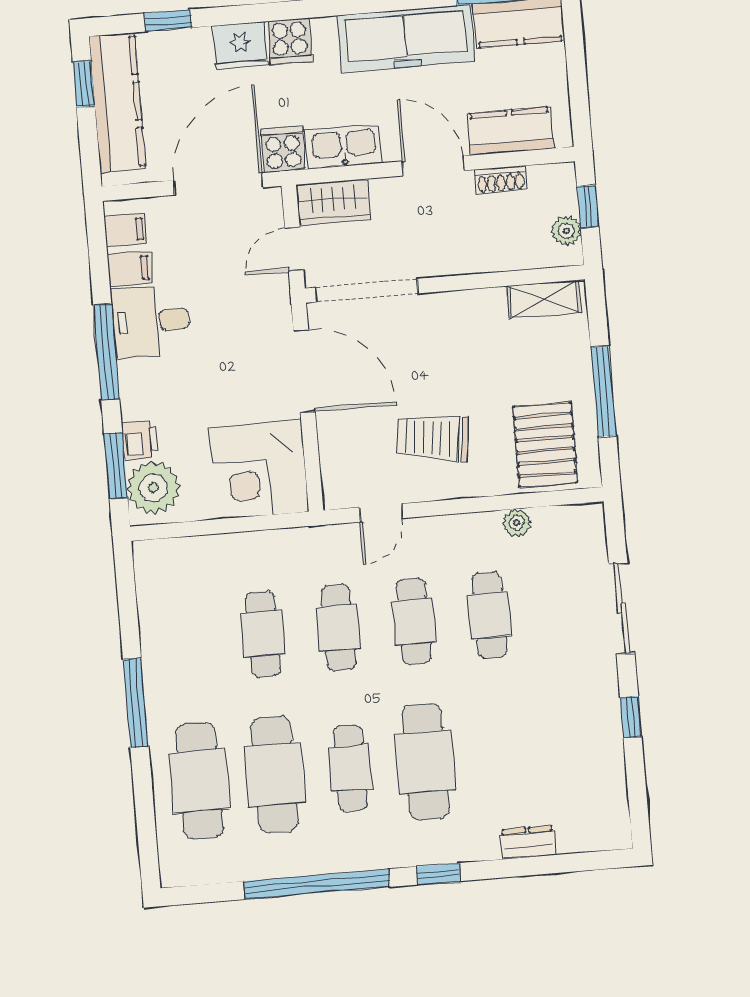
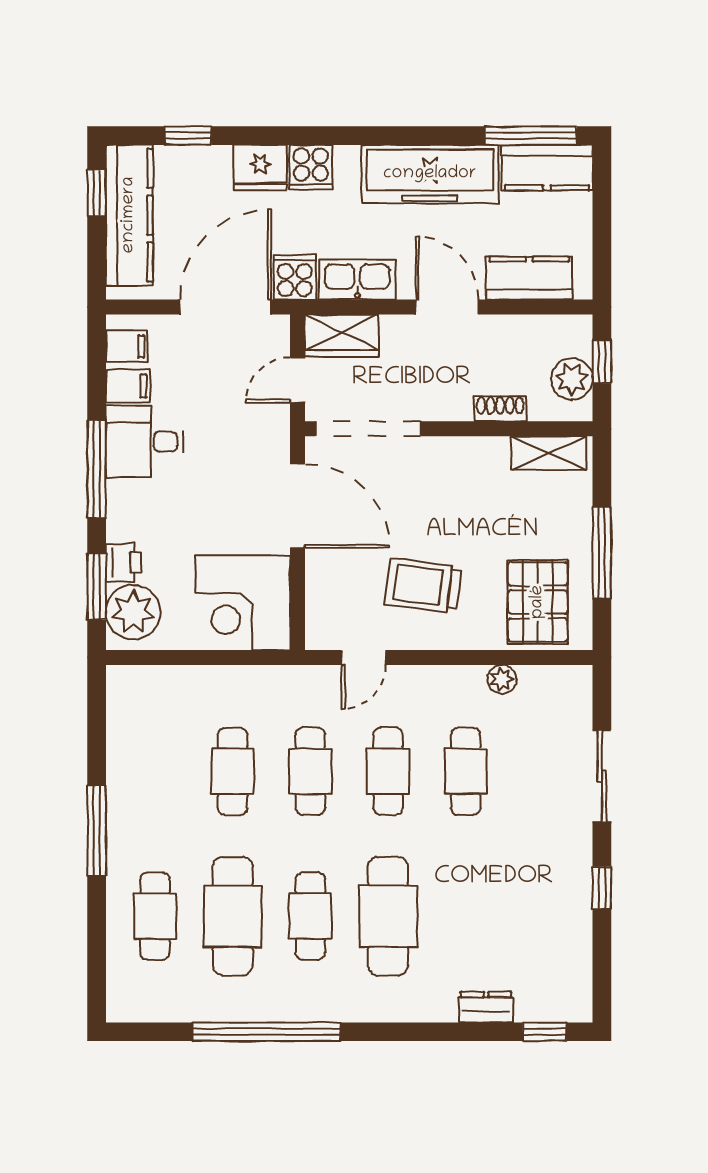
shoe rack: (501, 180) -> (500, 409), moved, turned 180
plant: (566, 231) -> (572, 379), width x1.38, depth x1.38
cafe table: (199, 781) -> (155, 916), width x0.73, depth x0.74
window: (438, 874) -> (545, 1032), moved

